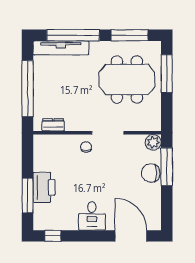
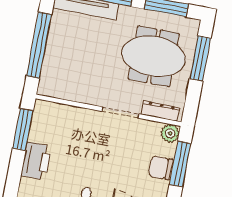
dresser: (53, 125) -> (161, 111), moved, width x1.44
chair: (86, 147) -> (93, 124), removed
window: (28, 196) -> (23, 129), moved

